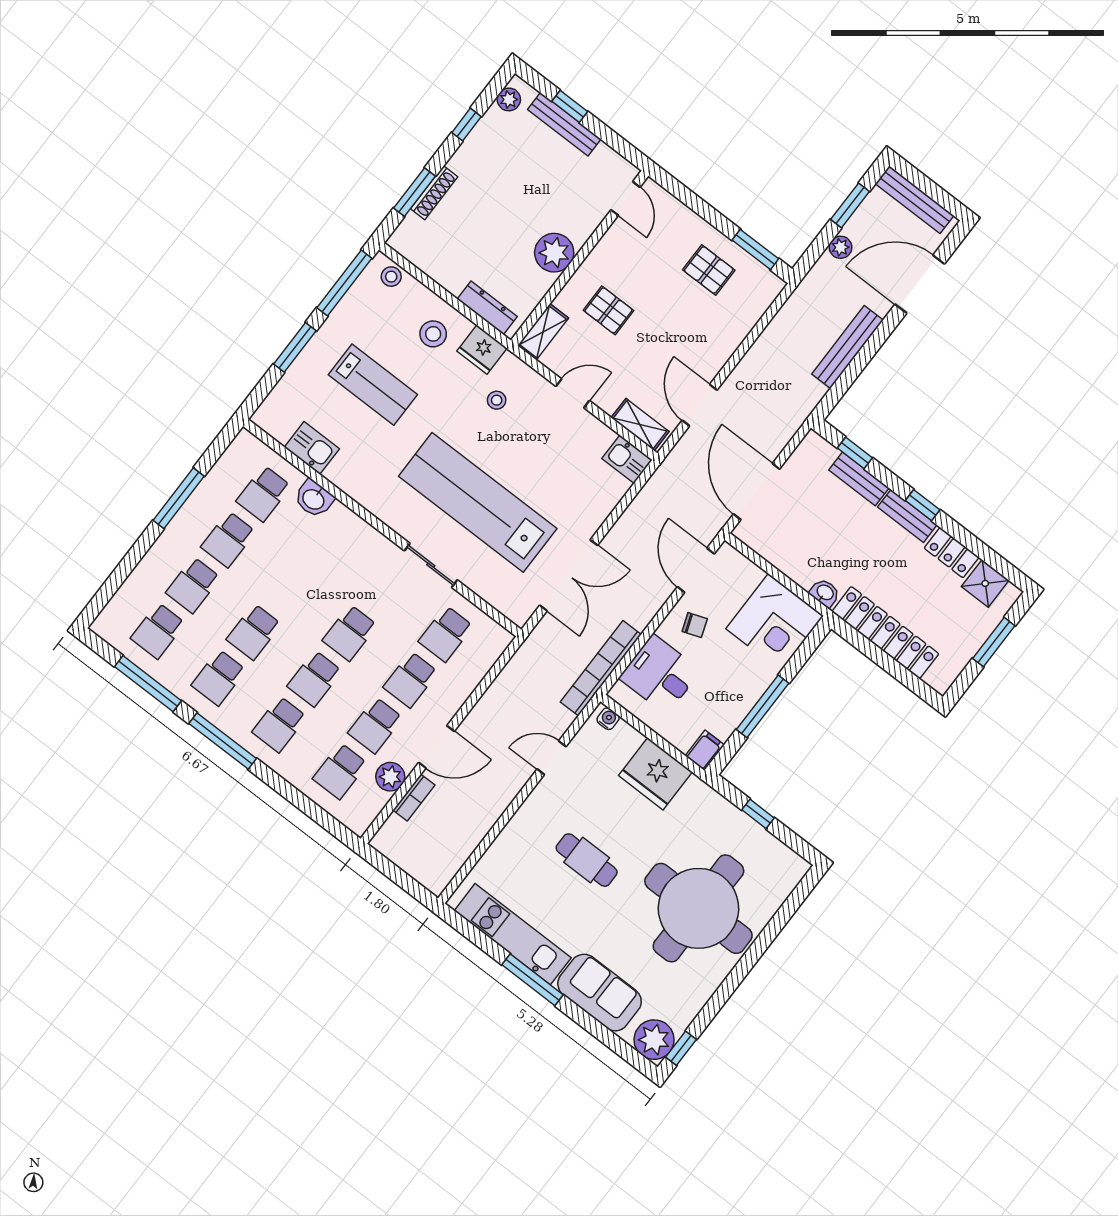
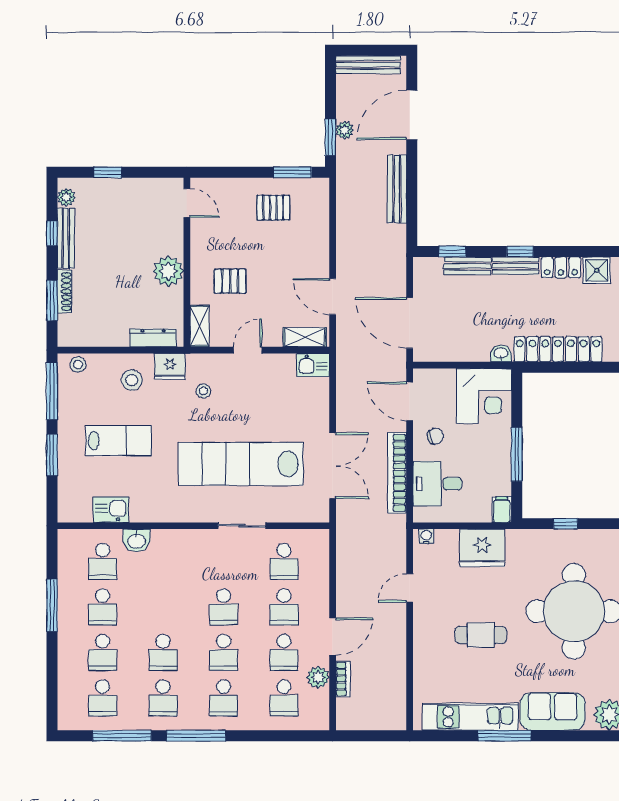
bench: (564, 124) -> (66, 238), moved, turned 90
window: (850, 205) -> (330, 137), moved
bookcase: (601, 668) -> (397, 473), moved

